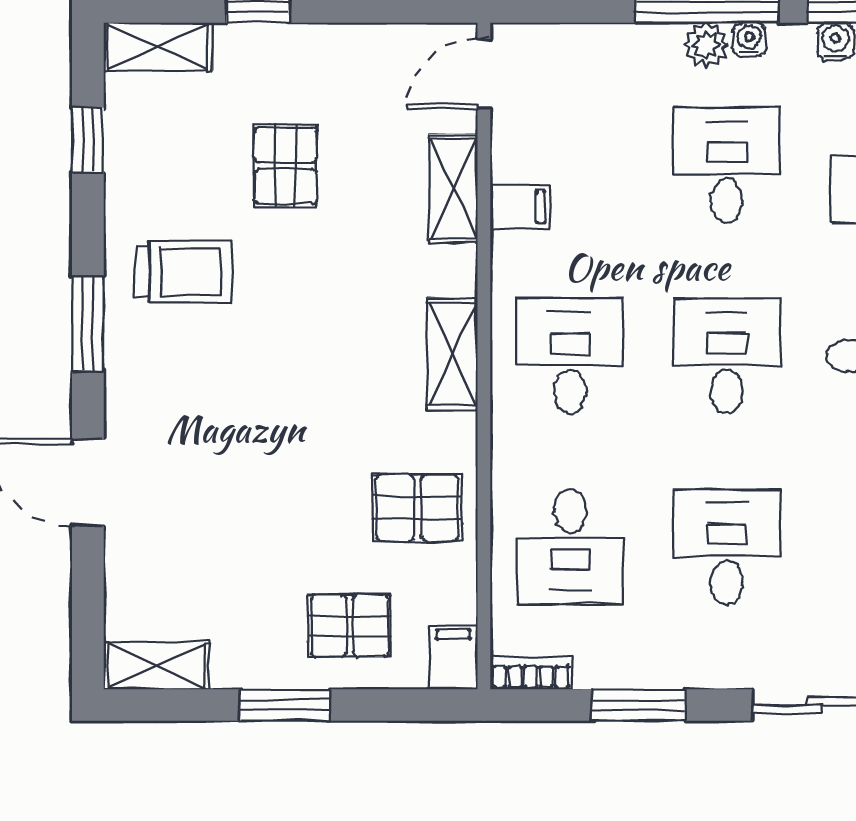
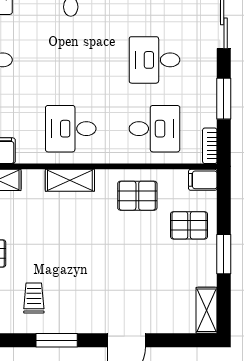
trolley: (184, 272) -> (34, 298), width x0.73, depth x0.72
desk: (727, 356) -> (71, 60), removed
pallet: (417, 508) -> (137, 196), turned 90
pallet: (350, 626) -> (189, 225), turned 90

